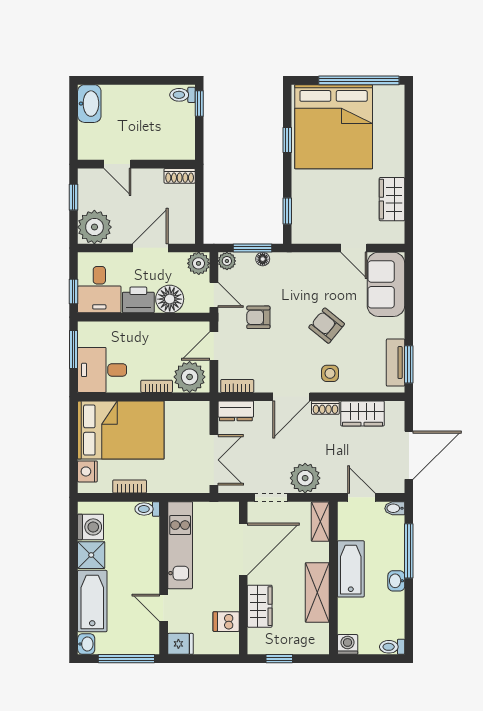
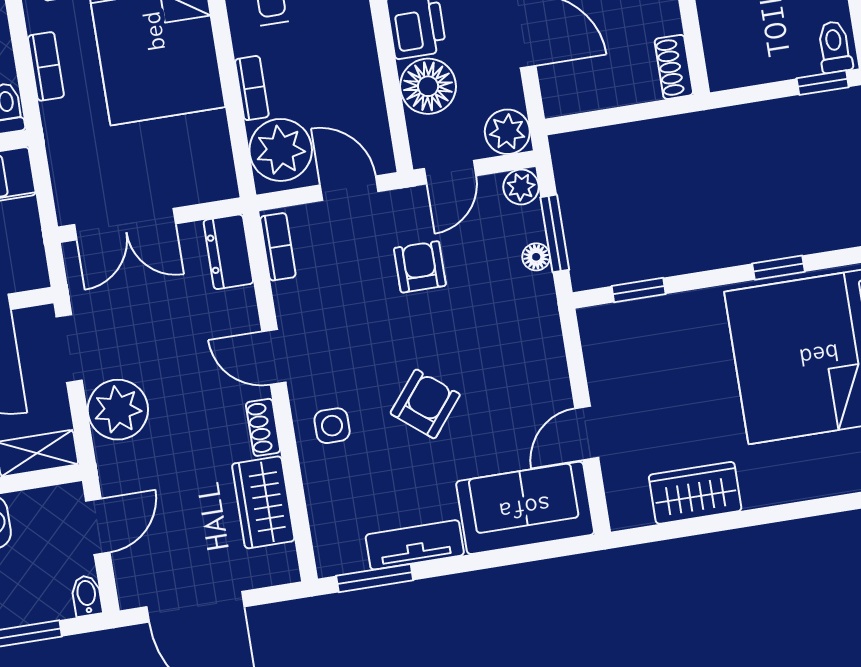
tv unit: (396, 363) -> (415, 545), moved
door: (291, 397) -> (274, 357), width x0.73

